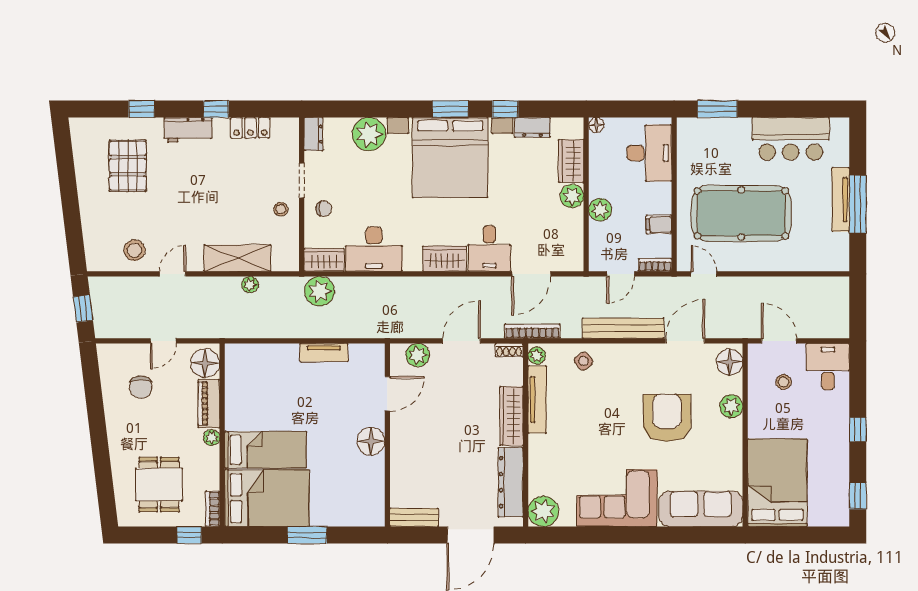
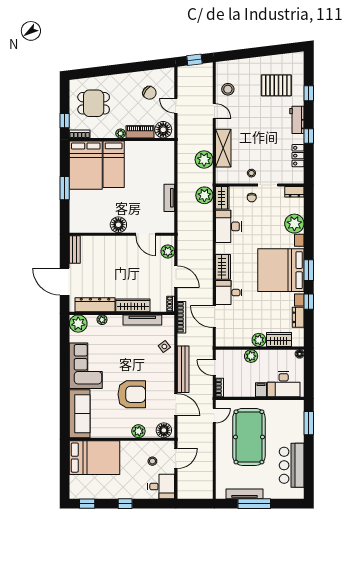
tv unit: (841, 199) -> (244, 494), moved
filing cabinet: (659, 224) -> (261, 390), moved
plant: (250, 285) -> (204, 160), width x1.88, depth x1.88
plant: (537, 355) -> (102, 320), moved
chair: (141, 387) -> (149, 93), turned -142

